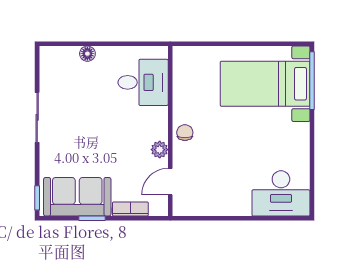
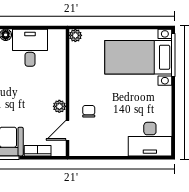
plant: (181, 54) -> (75, 35), added
desk: (143, 82) -> (30, 48), moved, turned -90
chair: (185, 133) -> (89, 111), moved

